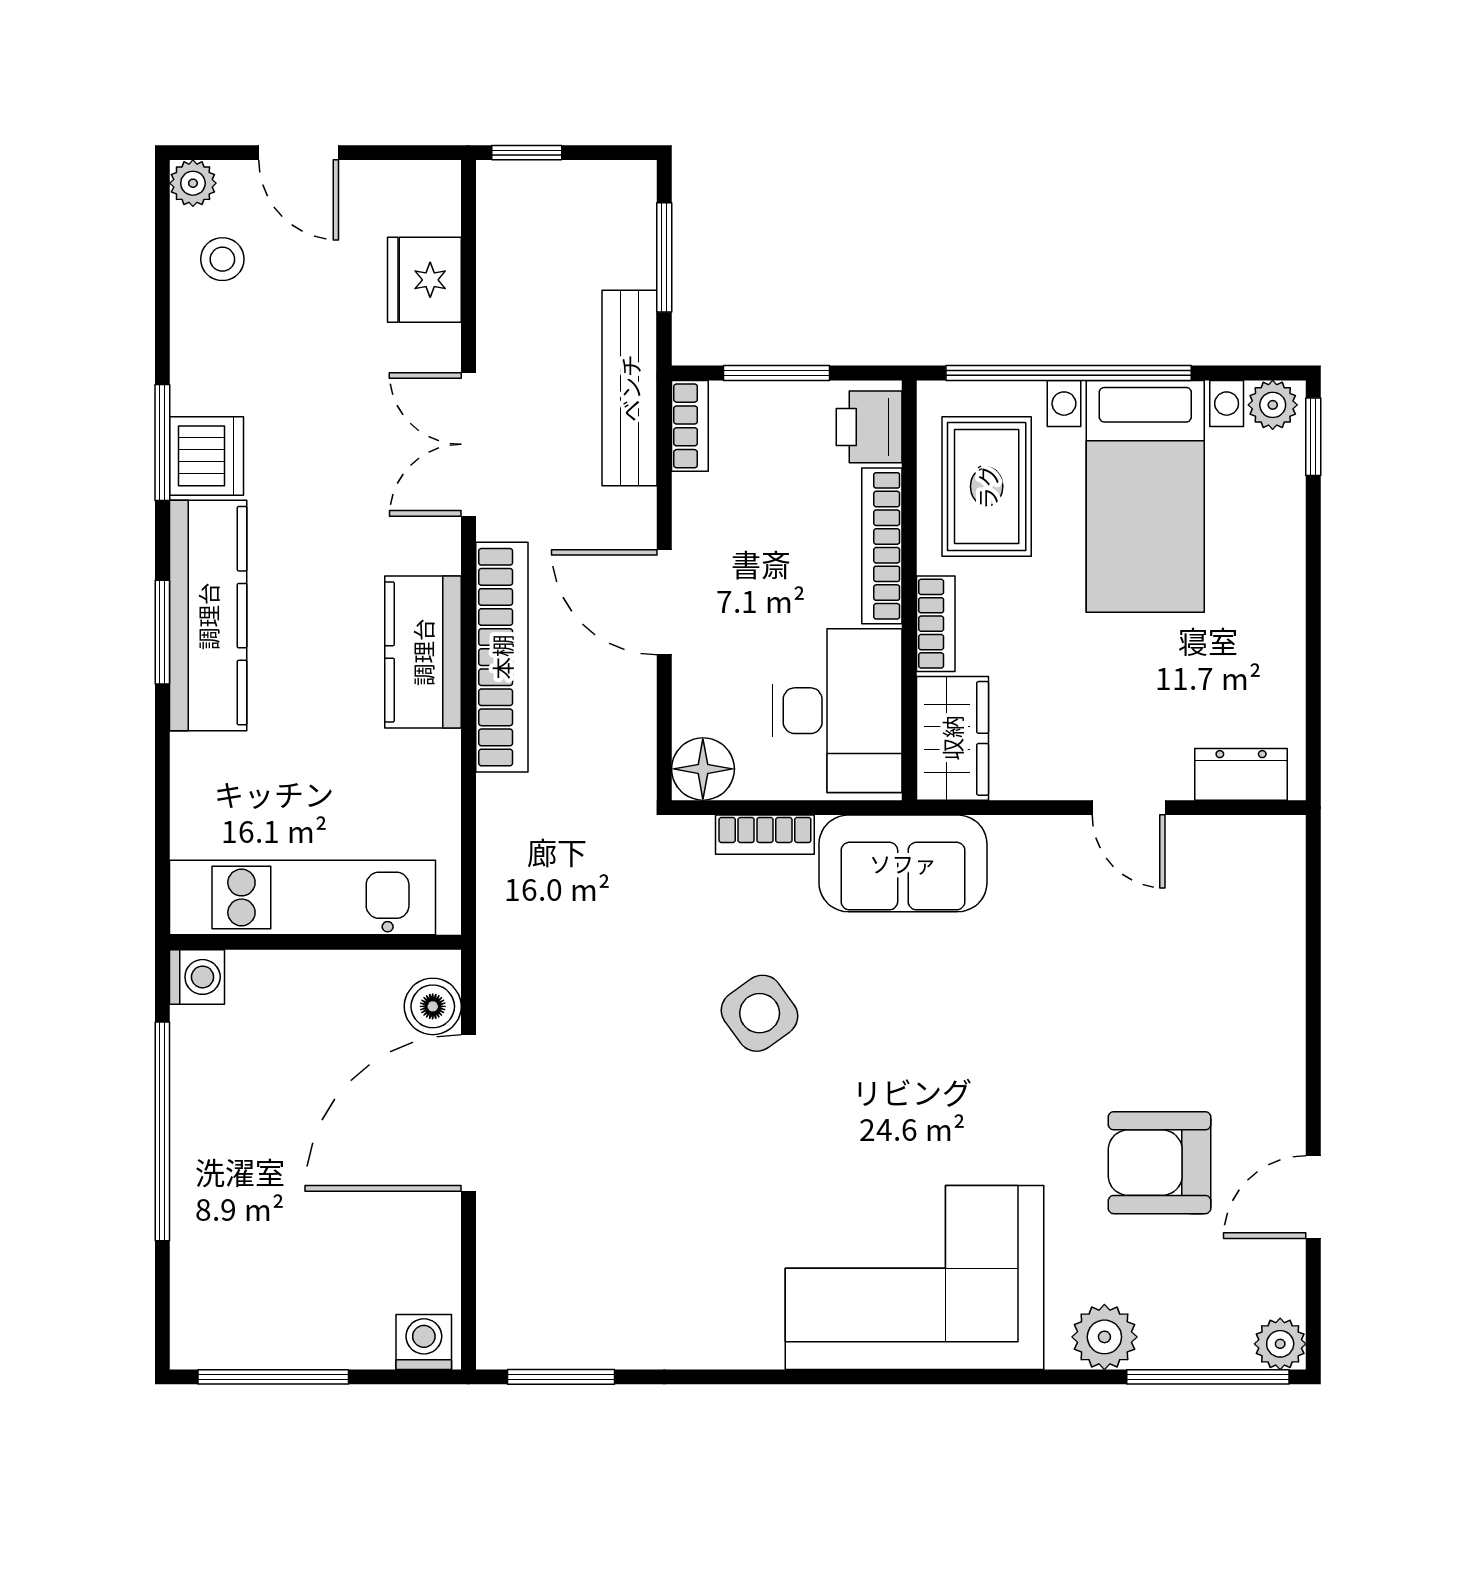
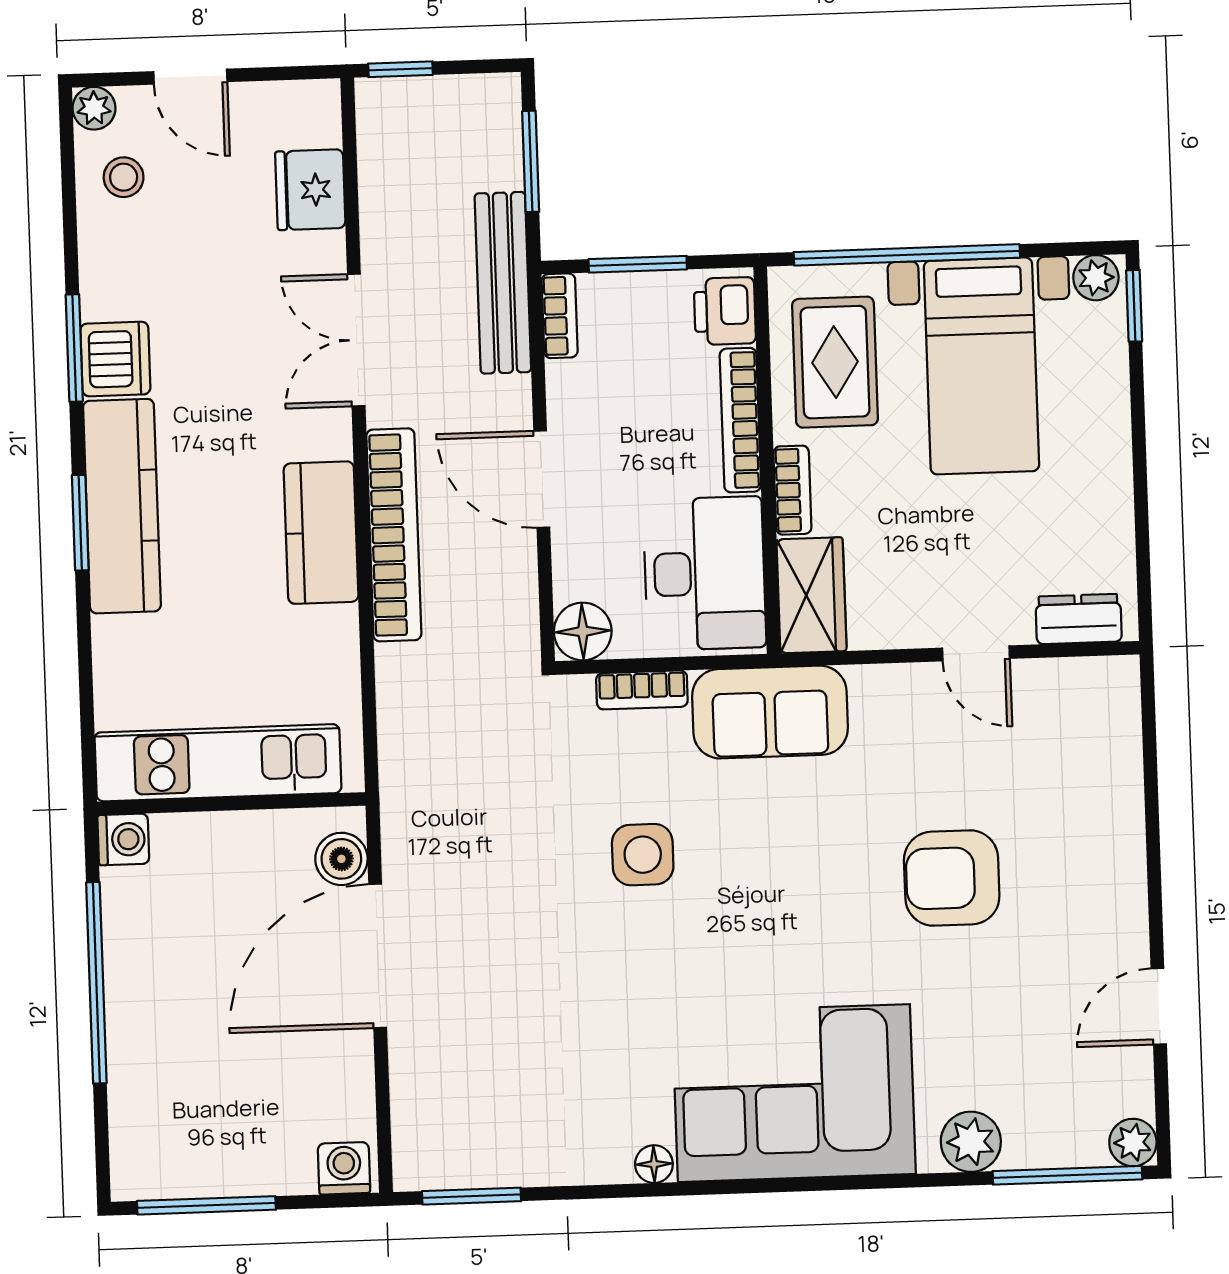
side table: (760, 1013) -> (643, 855), turned 36
armchair: (1160, 1163) -> (952, 878), moved
floor lamp: (760, 1349) -> (654, 1164), added

